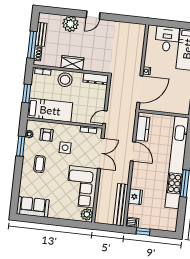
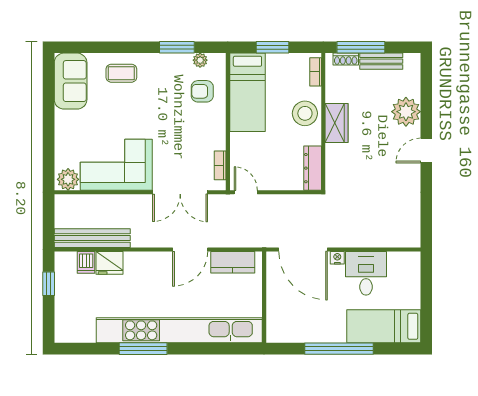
door: (93, 15) -> (426, 151), hinge flipped
desk: (167, 39) -> (366, 273), moved, turned -90
side table: (65, 148) -> (183, 127), removed
coffee table: (40, 164) -> (121, 73), moved
dishwasher: (132, 222) -> (86, 262), moved

